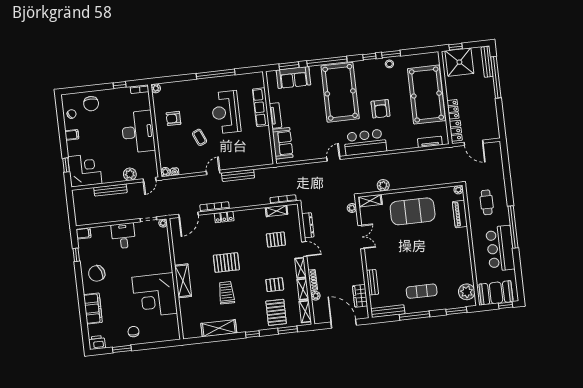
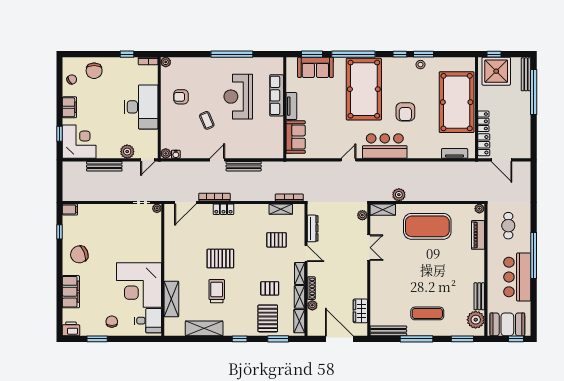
filing cabinet: (72, 135) -> (69, 107), width x2.00
desk: (123, 236) -> (148, 321), moved, turned 90
shelving: (183, 281) -> (171, 299), moved
bench: (372, 282) -> (479, 296), moved

